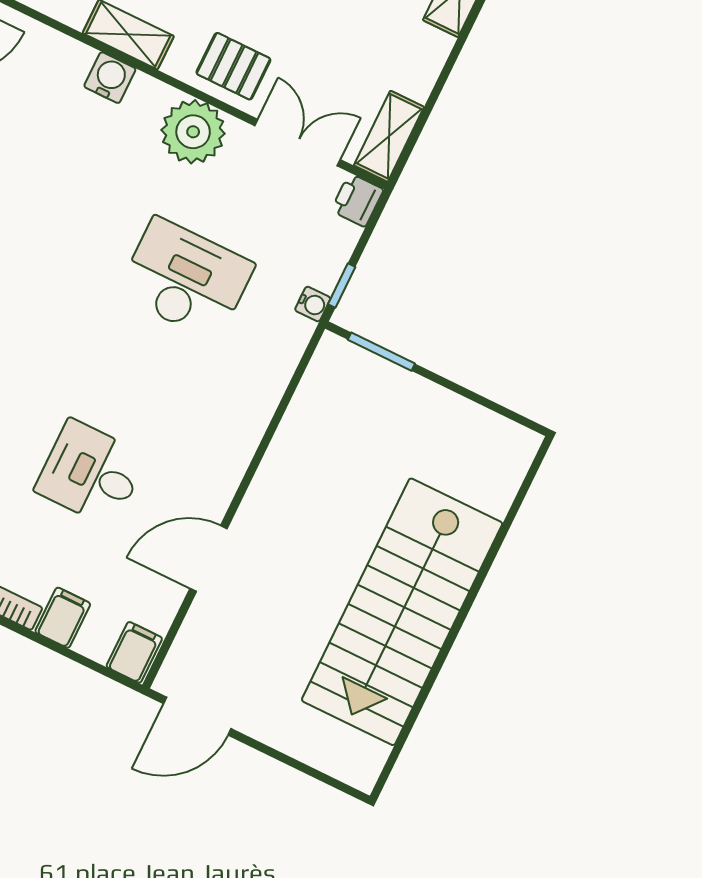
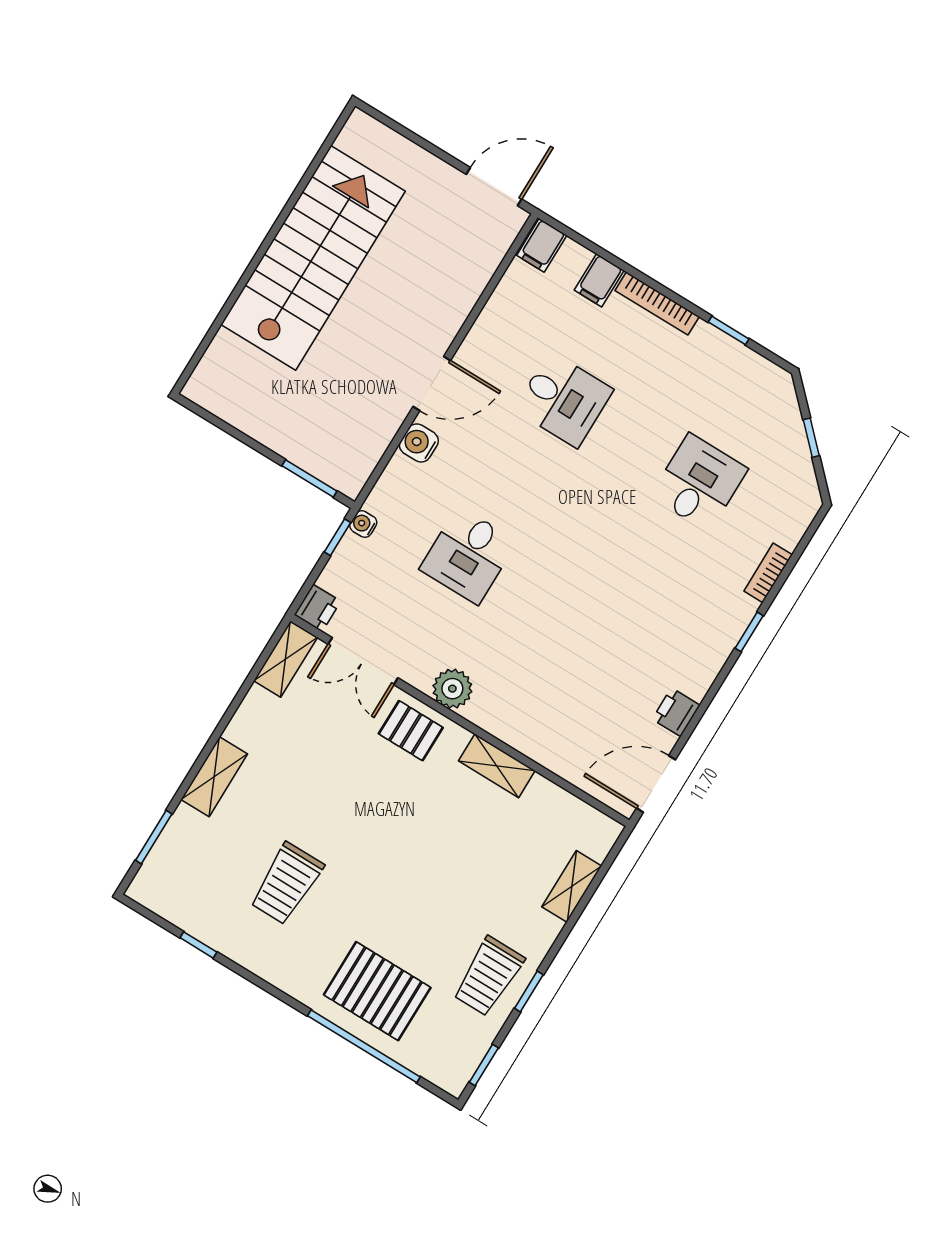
water cooler: (110, 78) -> (419, 443), moved, turned 90
plant: (193, 132) -> (452, 689), width x0.73, depth x0.73
desk: (186, 279) -> (468, 555), width x0.73
door: (208, 559) -> (432, 384), moved

